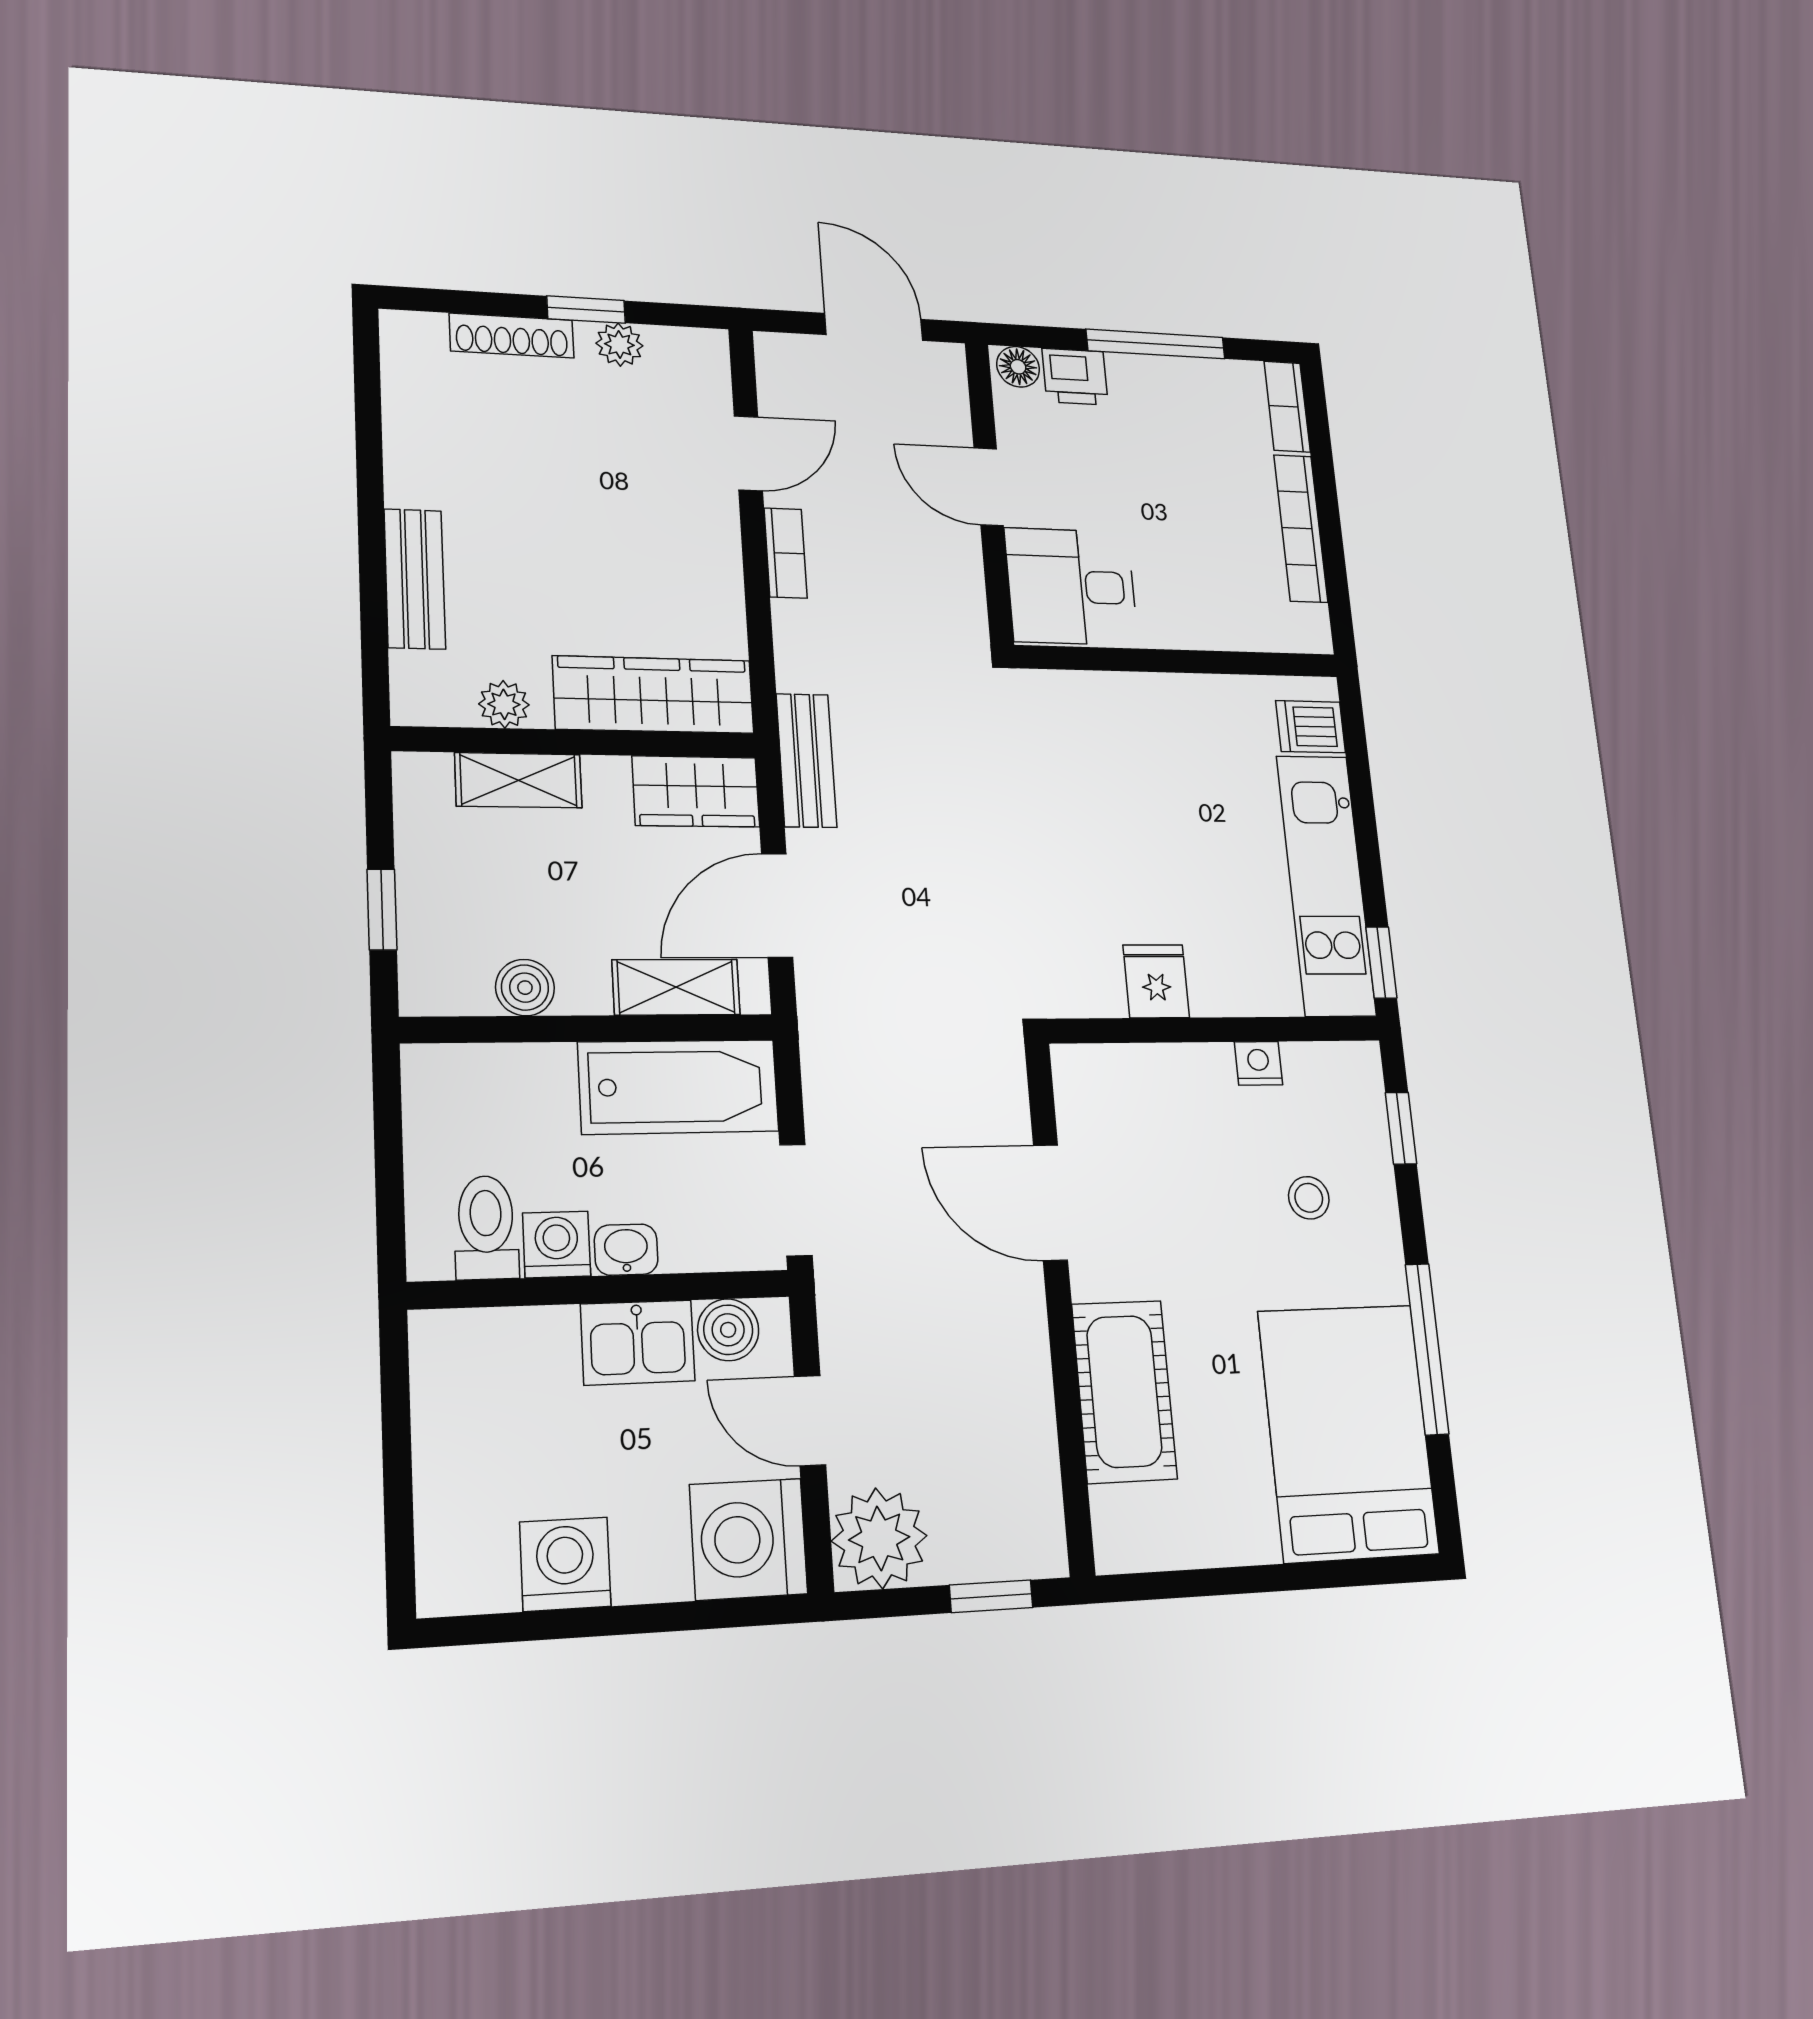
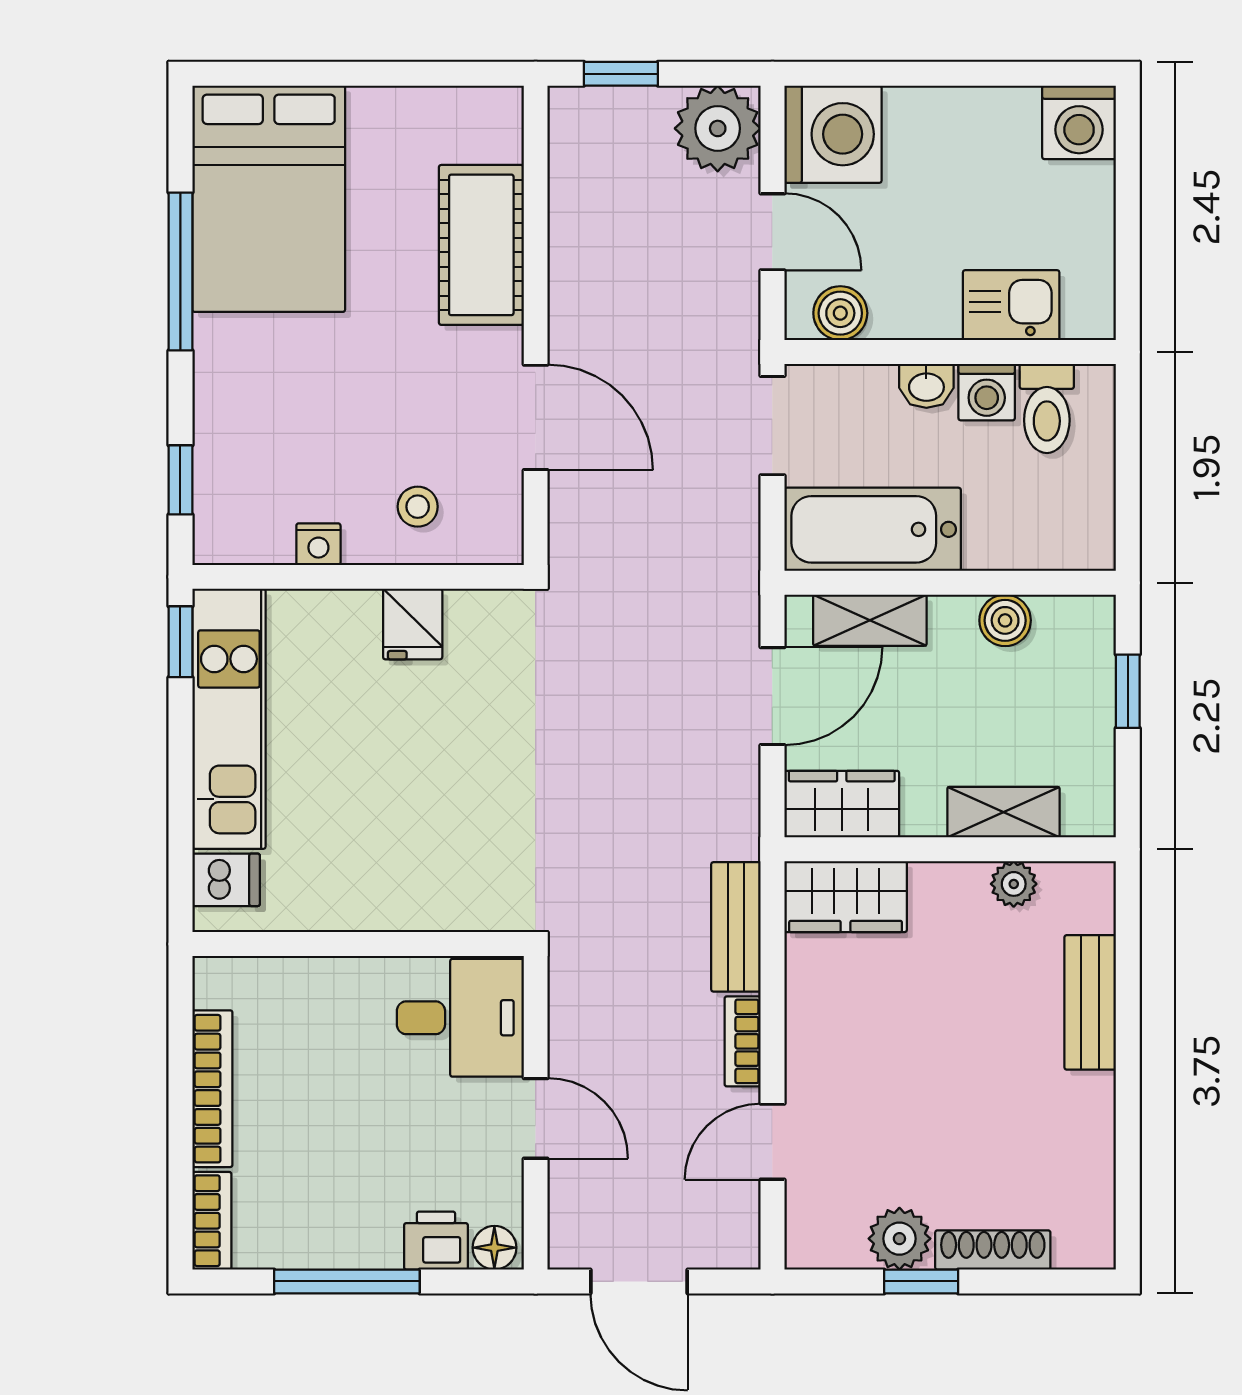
plant: (619, 345) -> (899, 1239), width x1.38, depth x1.38
wardrobe: (654, 695) -> (846, 897), width x0.67
bench: (806, 760) -> (736, 927), moved
stool: (1309, 1198) -> (418, 507), moved
kitchen sink: (638, 1342) -> (1011, 305), moved
washing machine: (565, 1564) -> (1079, 122), moved

